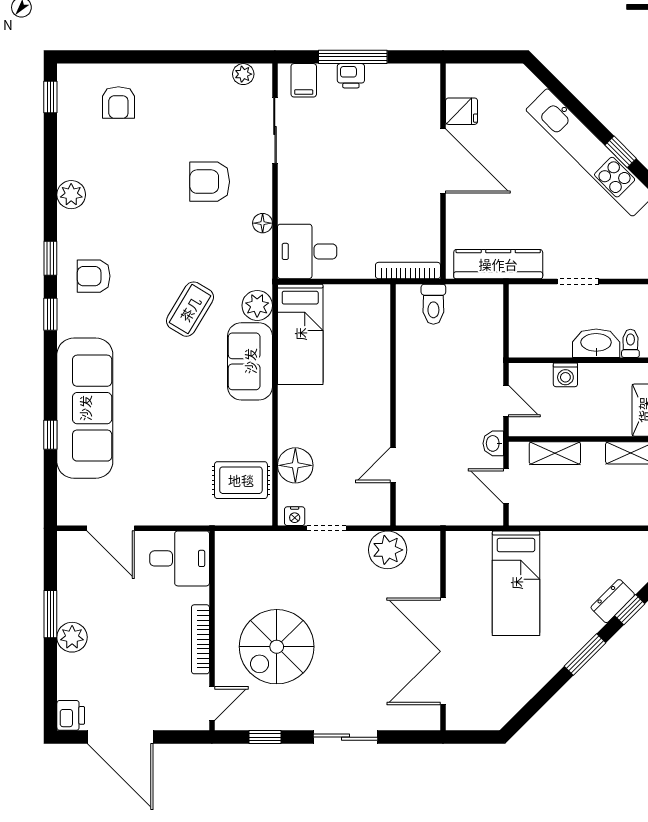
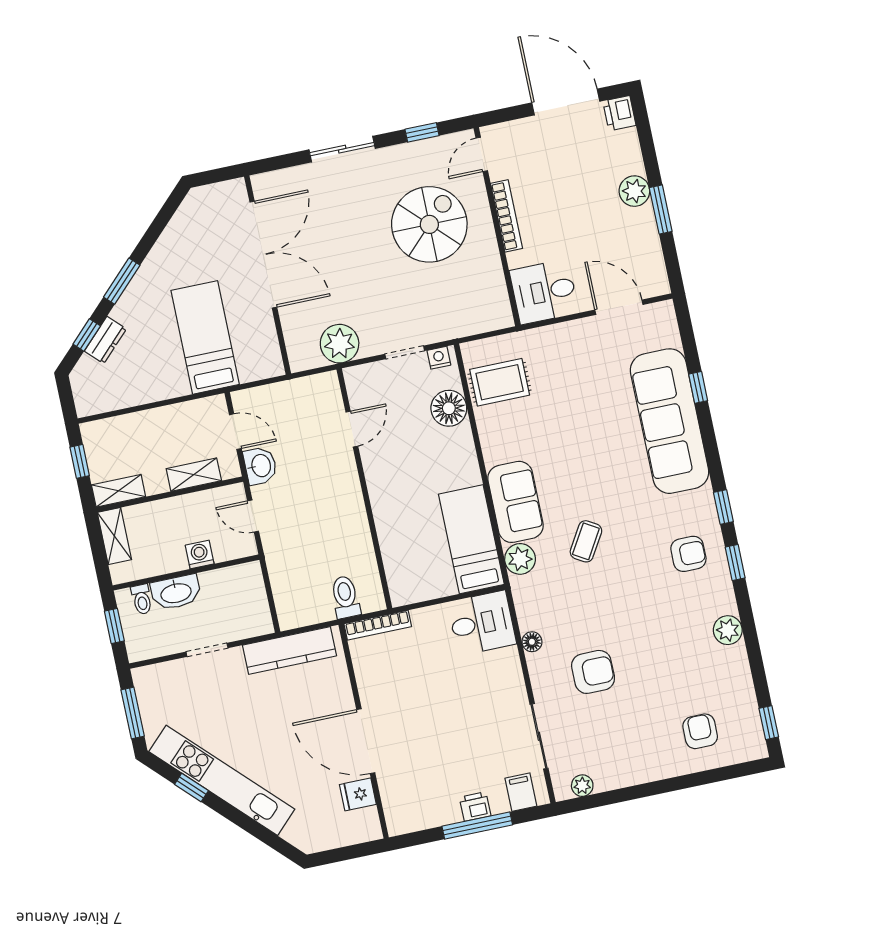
coffee table: (190, 309) -> (586, 541), width x0.73, depth x0.77
washbasin: (493, 443) -> (260, 466), width x1.38, depth x1.45

